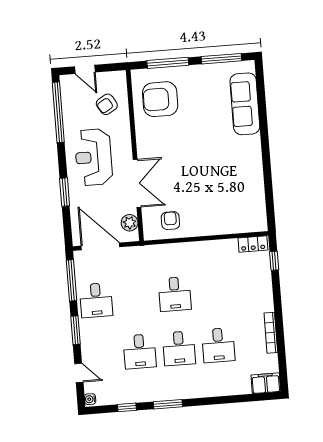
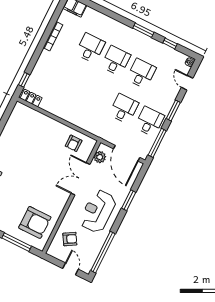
reception desk: (94, 157) -> (98, 211), turned 180
desk: (175, 294) -> (124, 109), moved

